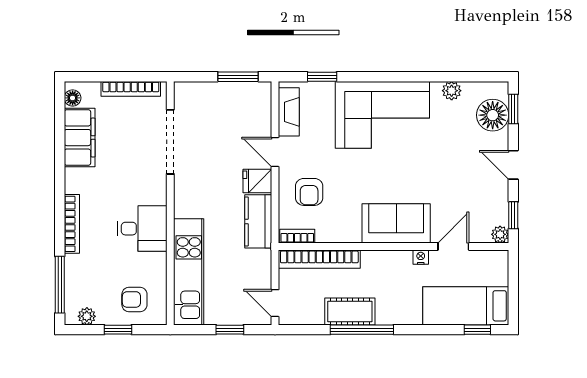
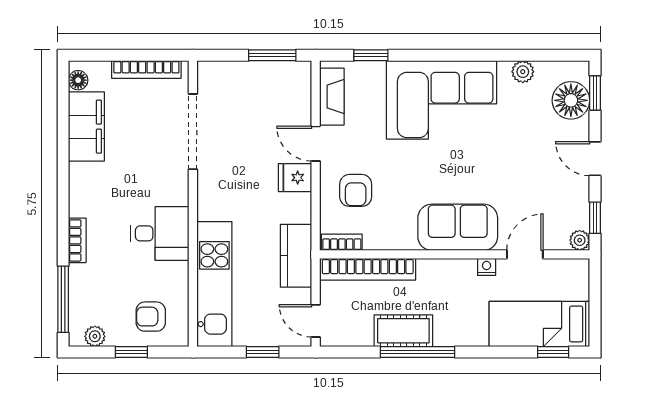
kitchen counter: (258, 221) -> (296, 256), moved
bookcase: (72, 224) -> (77, 240), width x0.64

